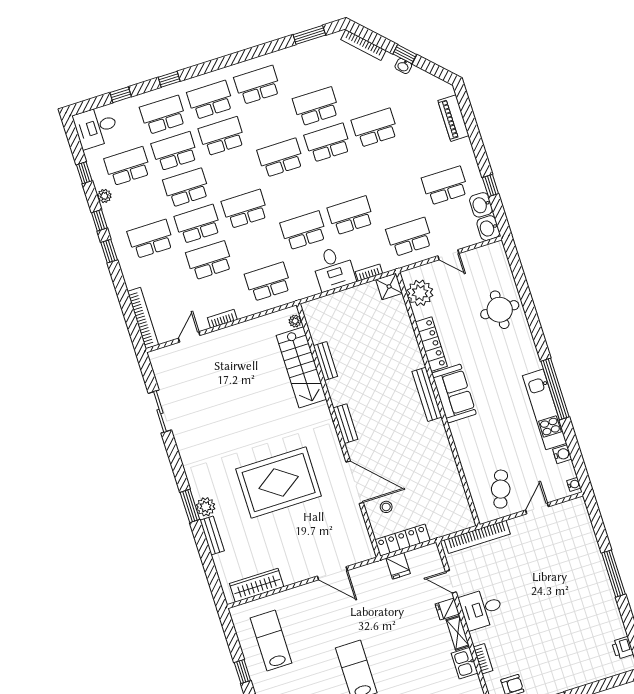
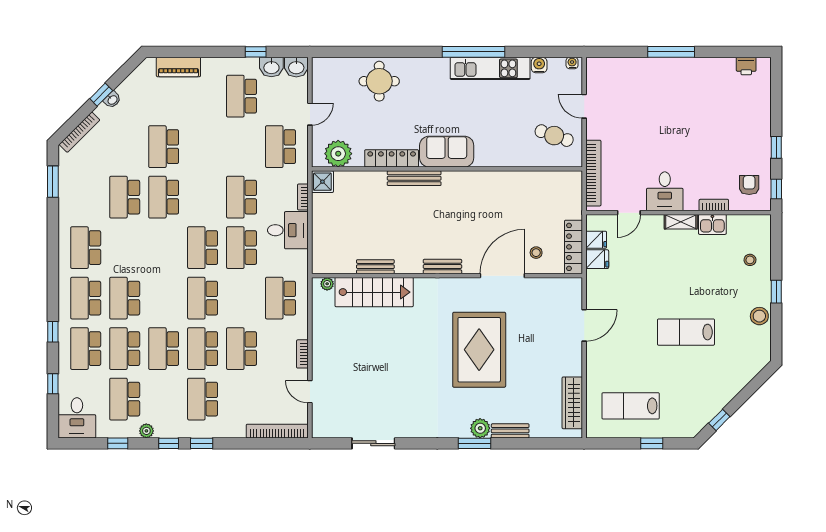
school desk: (281, 158) -> (203, 248), moved
bench: (427, 394) -> (414, 178), moved
fridge: (447, 609) -> (596, 240), moved, turned -90

